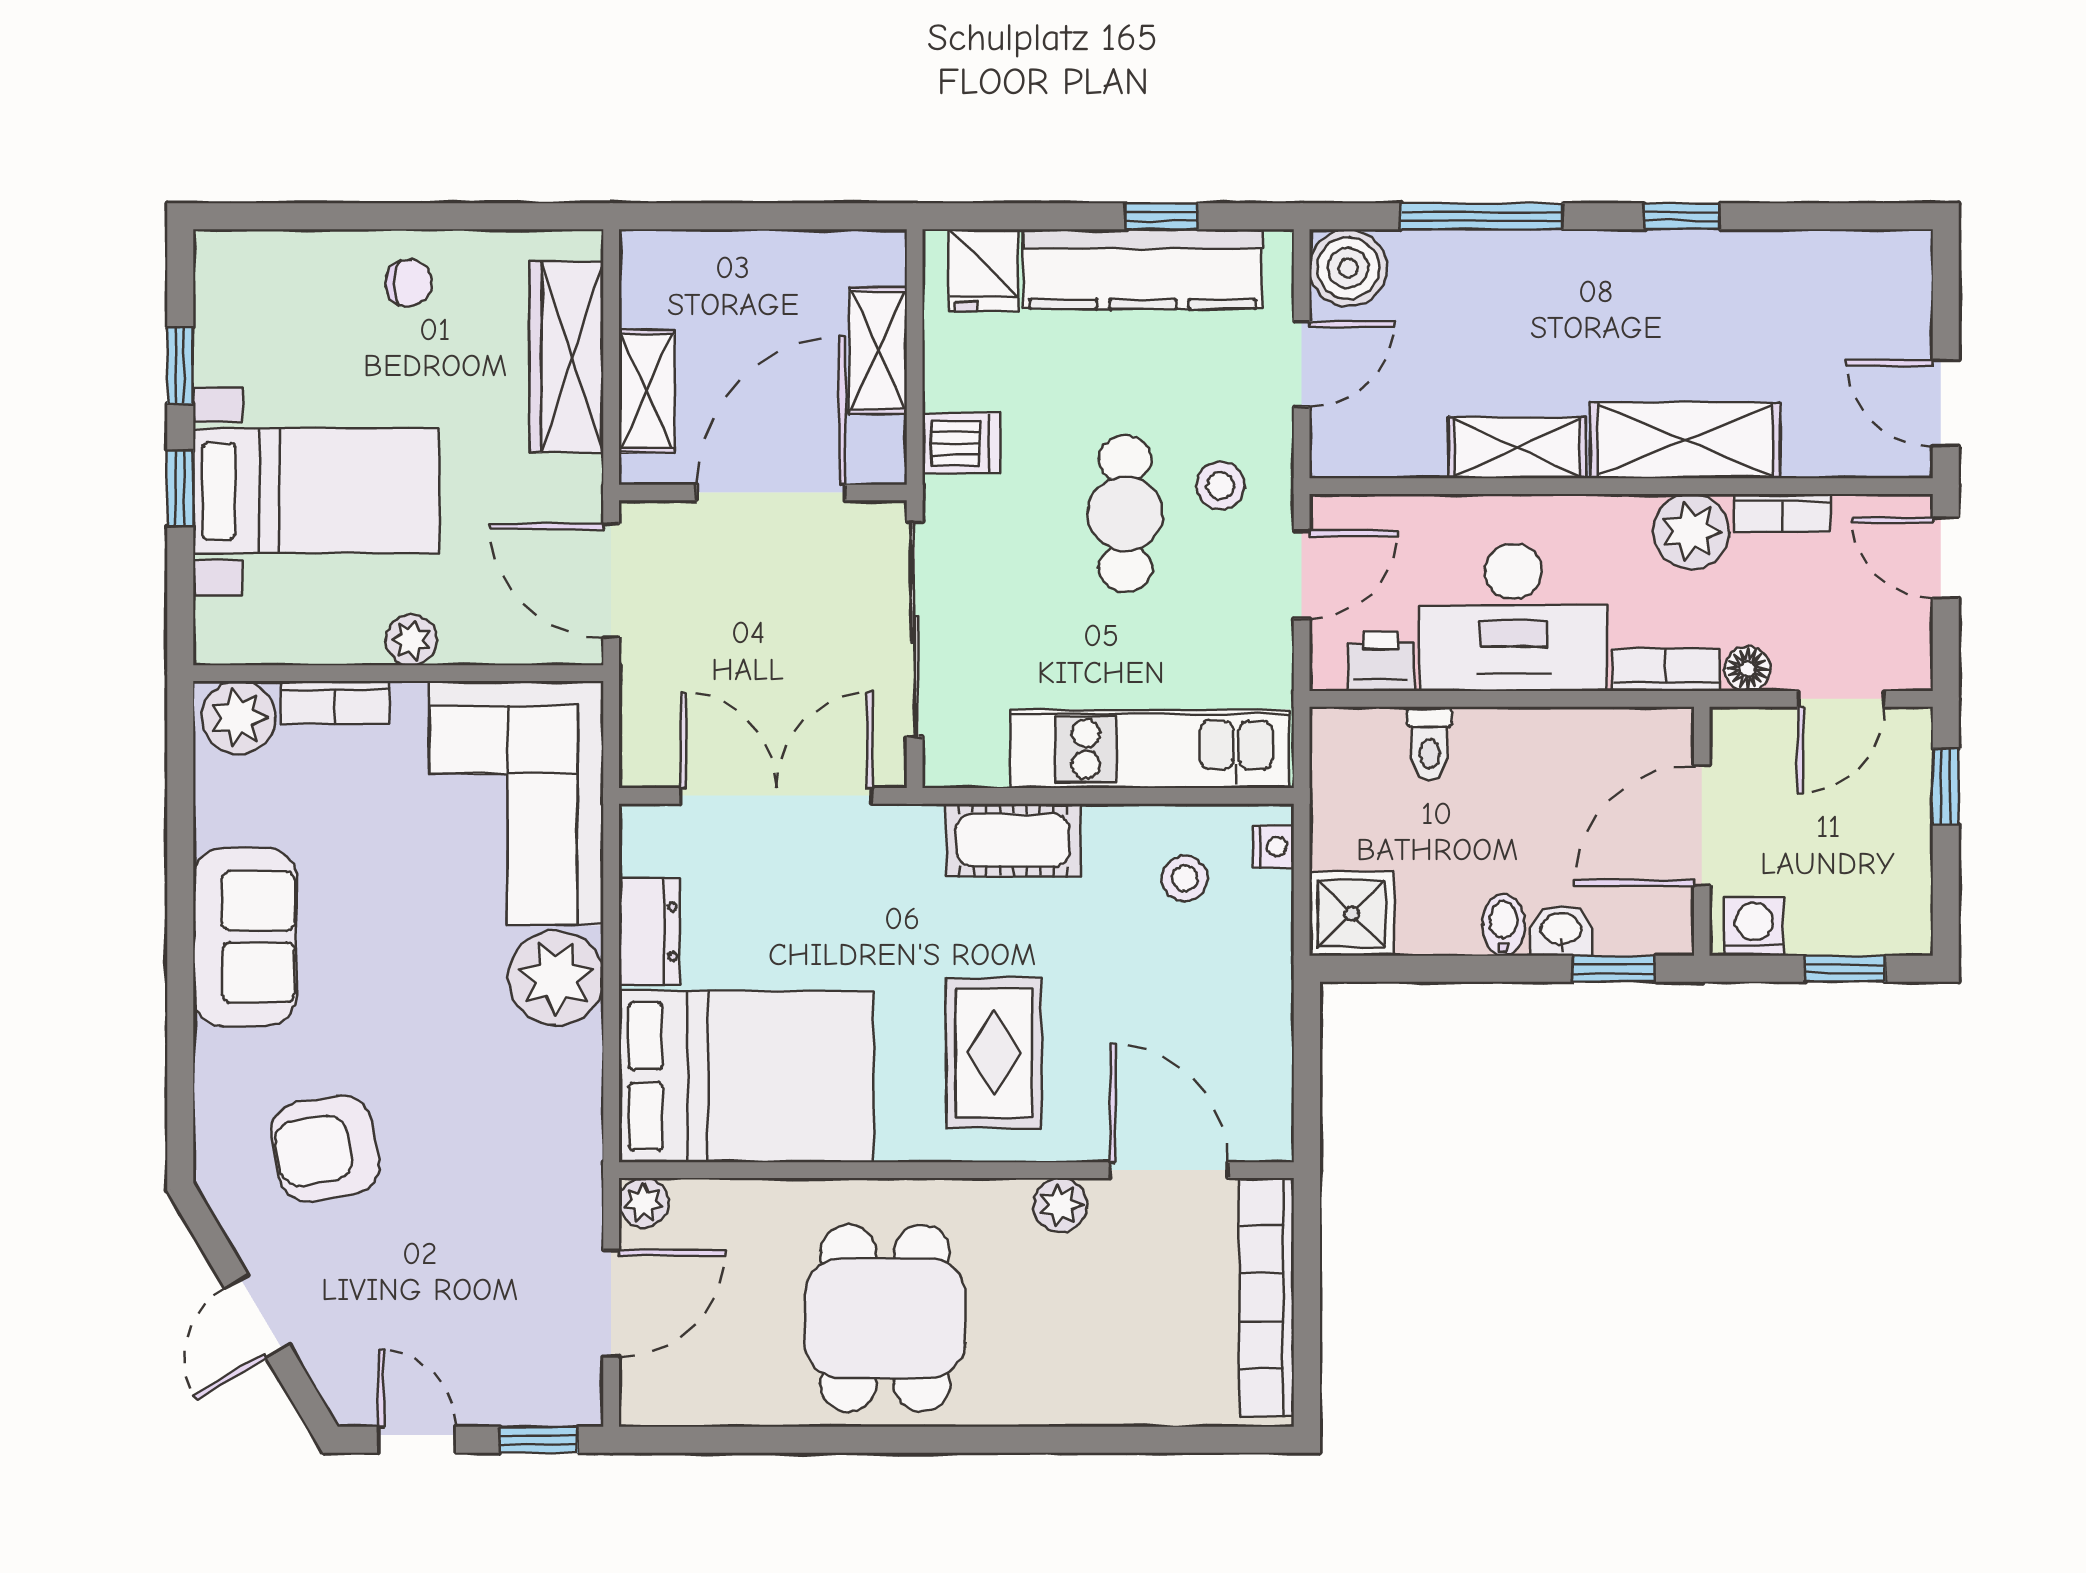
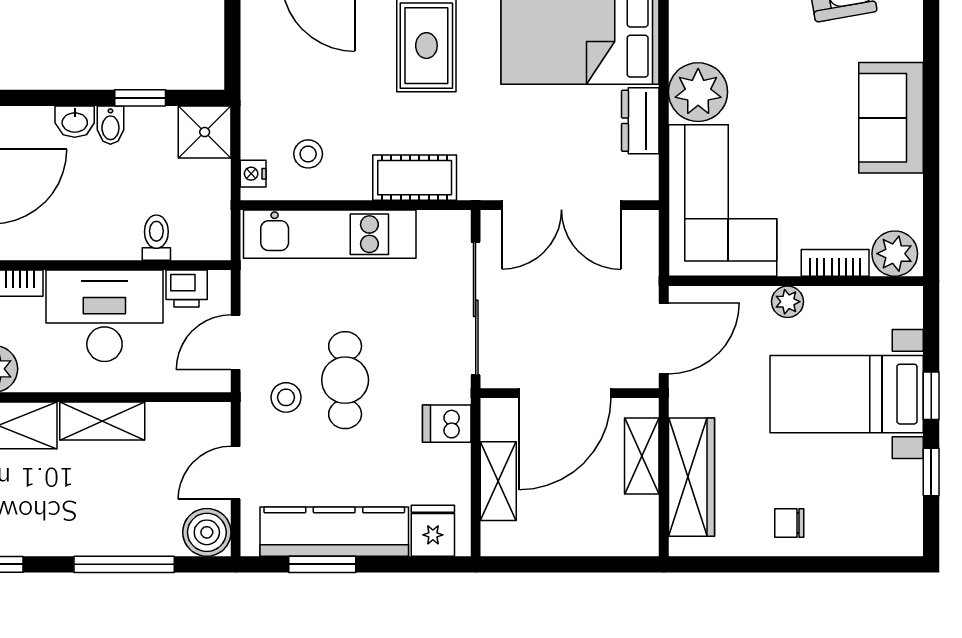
window: (1162, 216) -> (322, 564), width x1.50
door: (611, 581) -> (664, 338), hinge flipped
window: (1614, 969) -> (140, 98), moved

